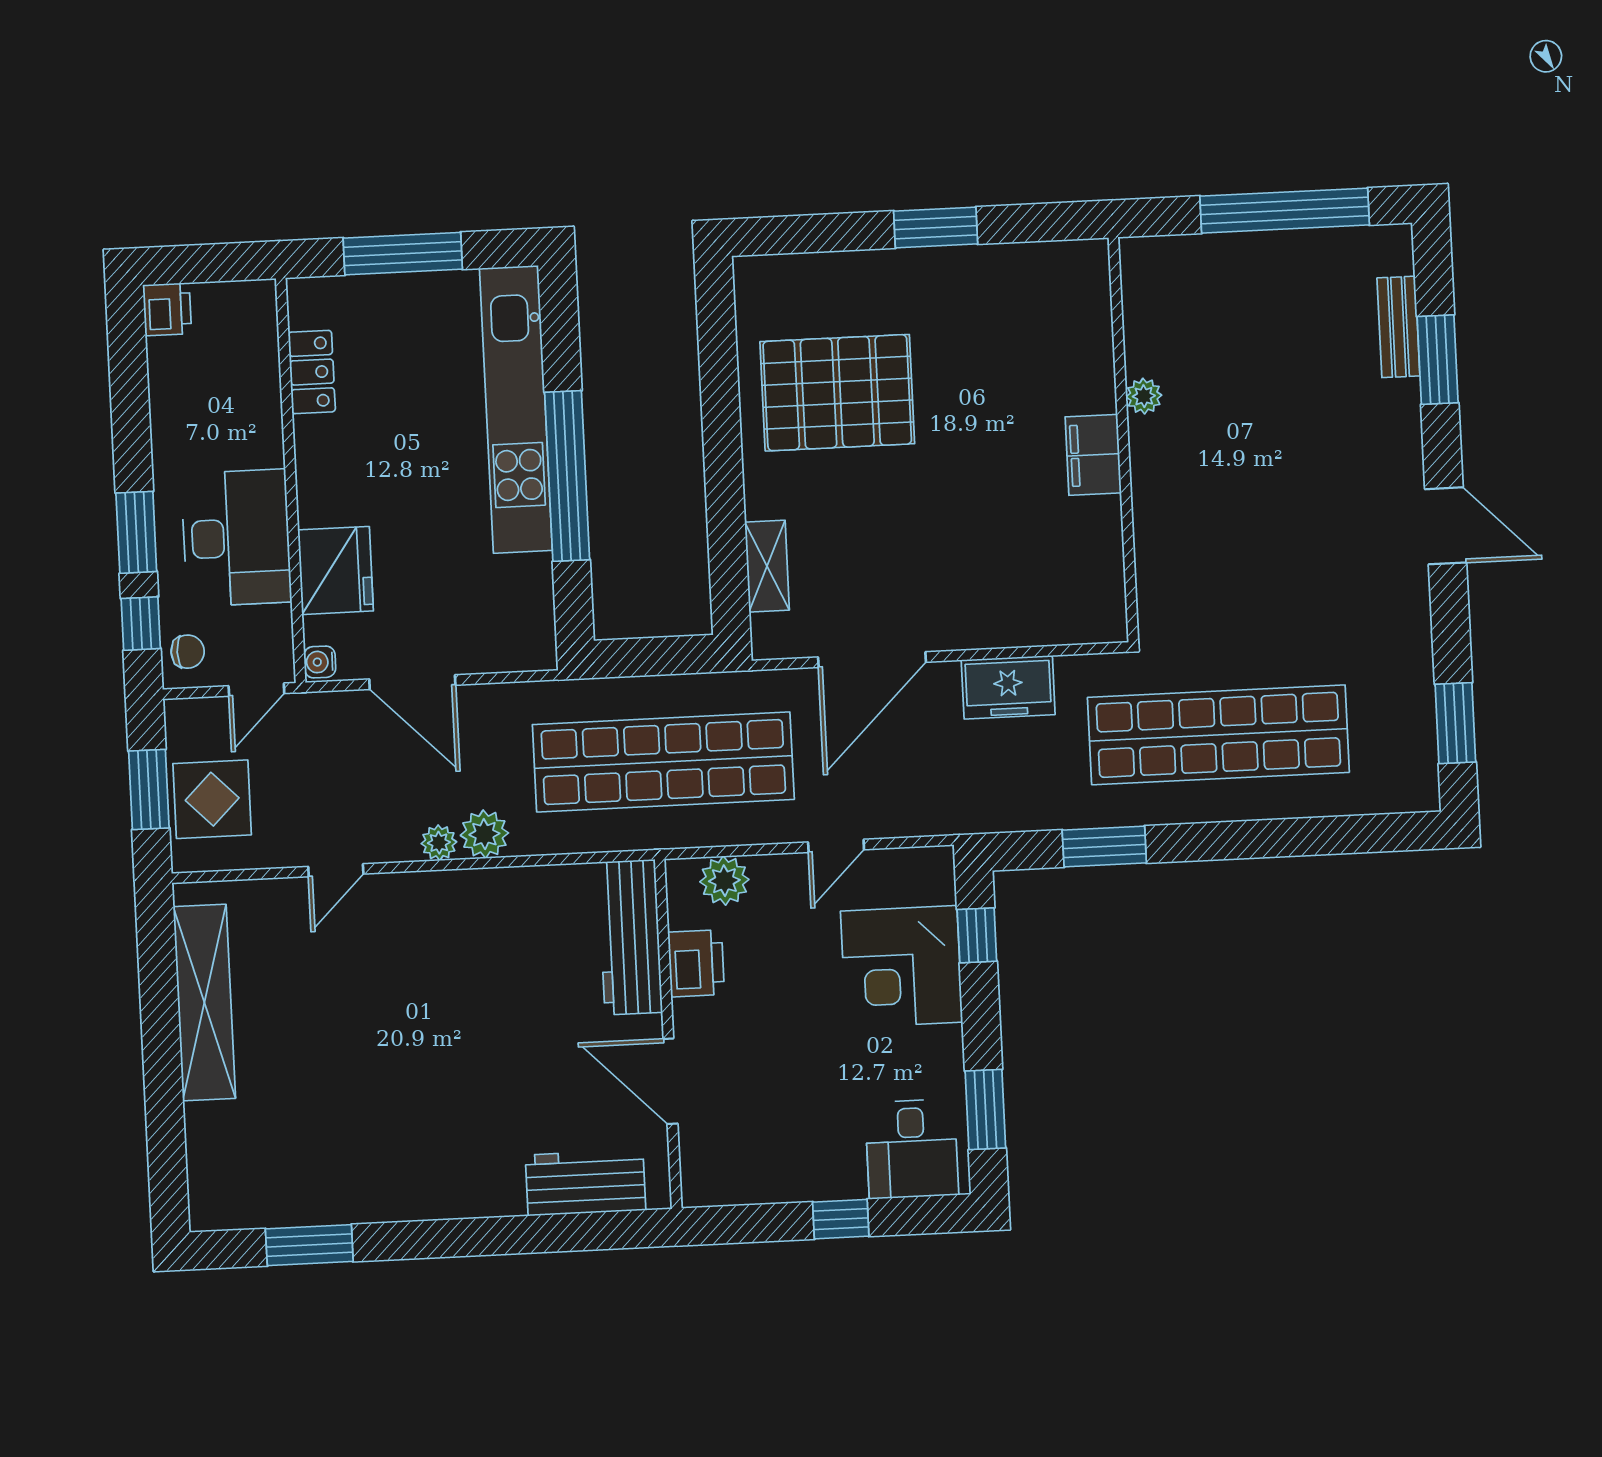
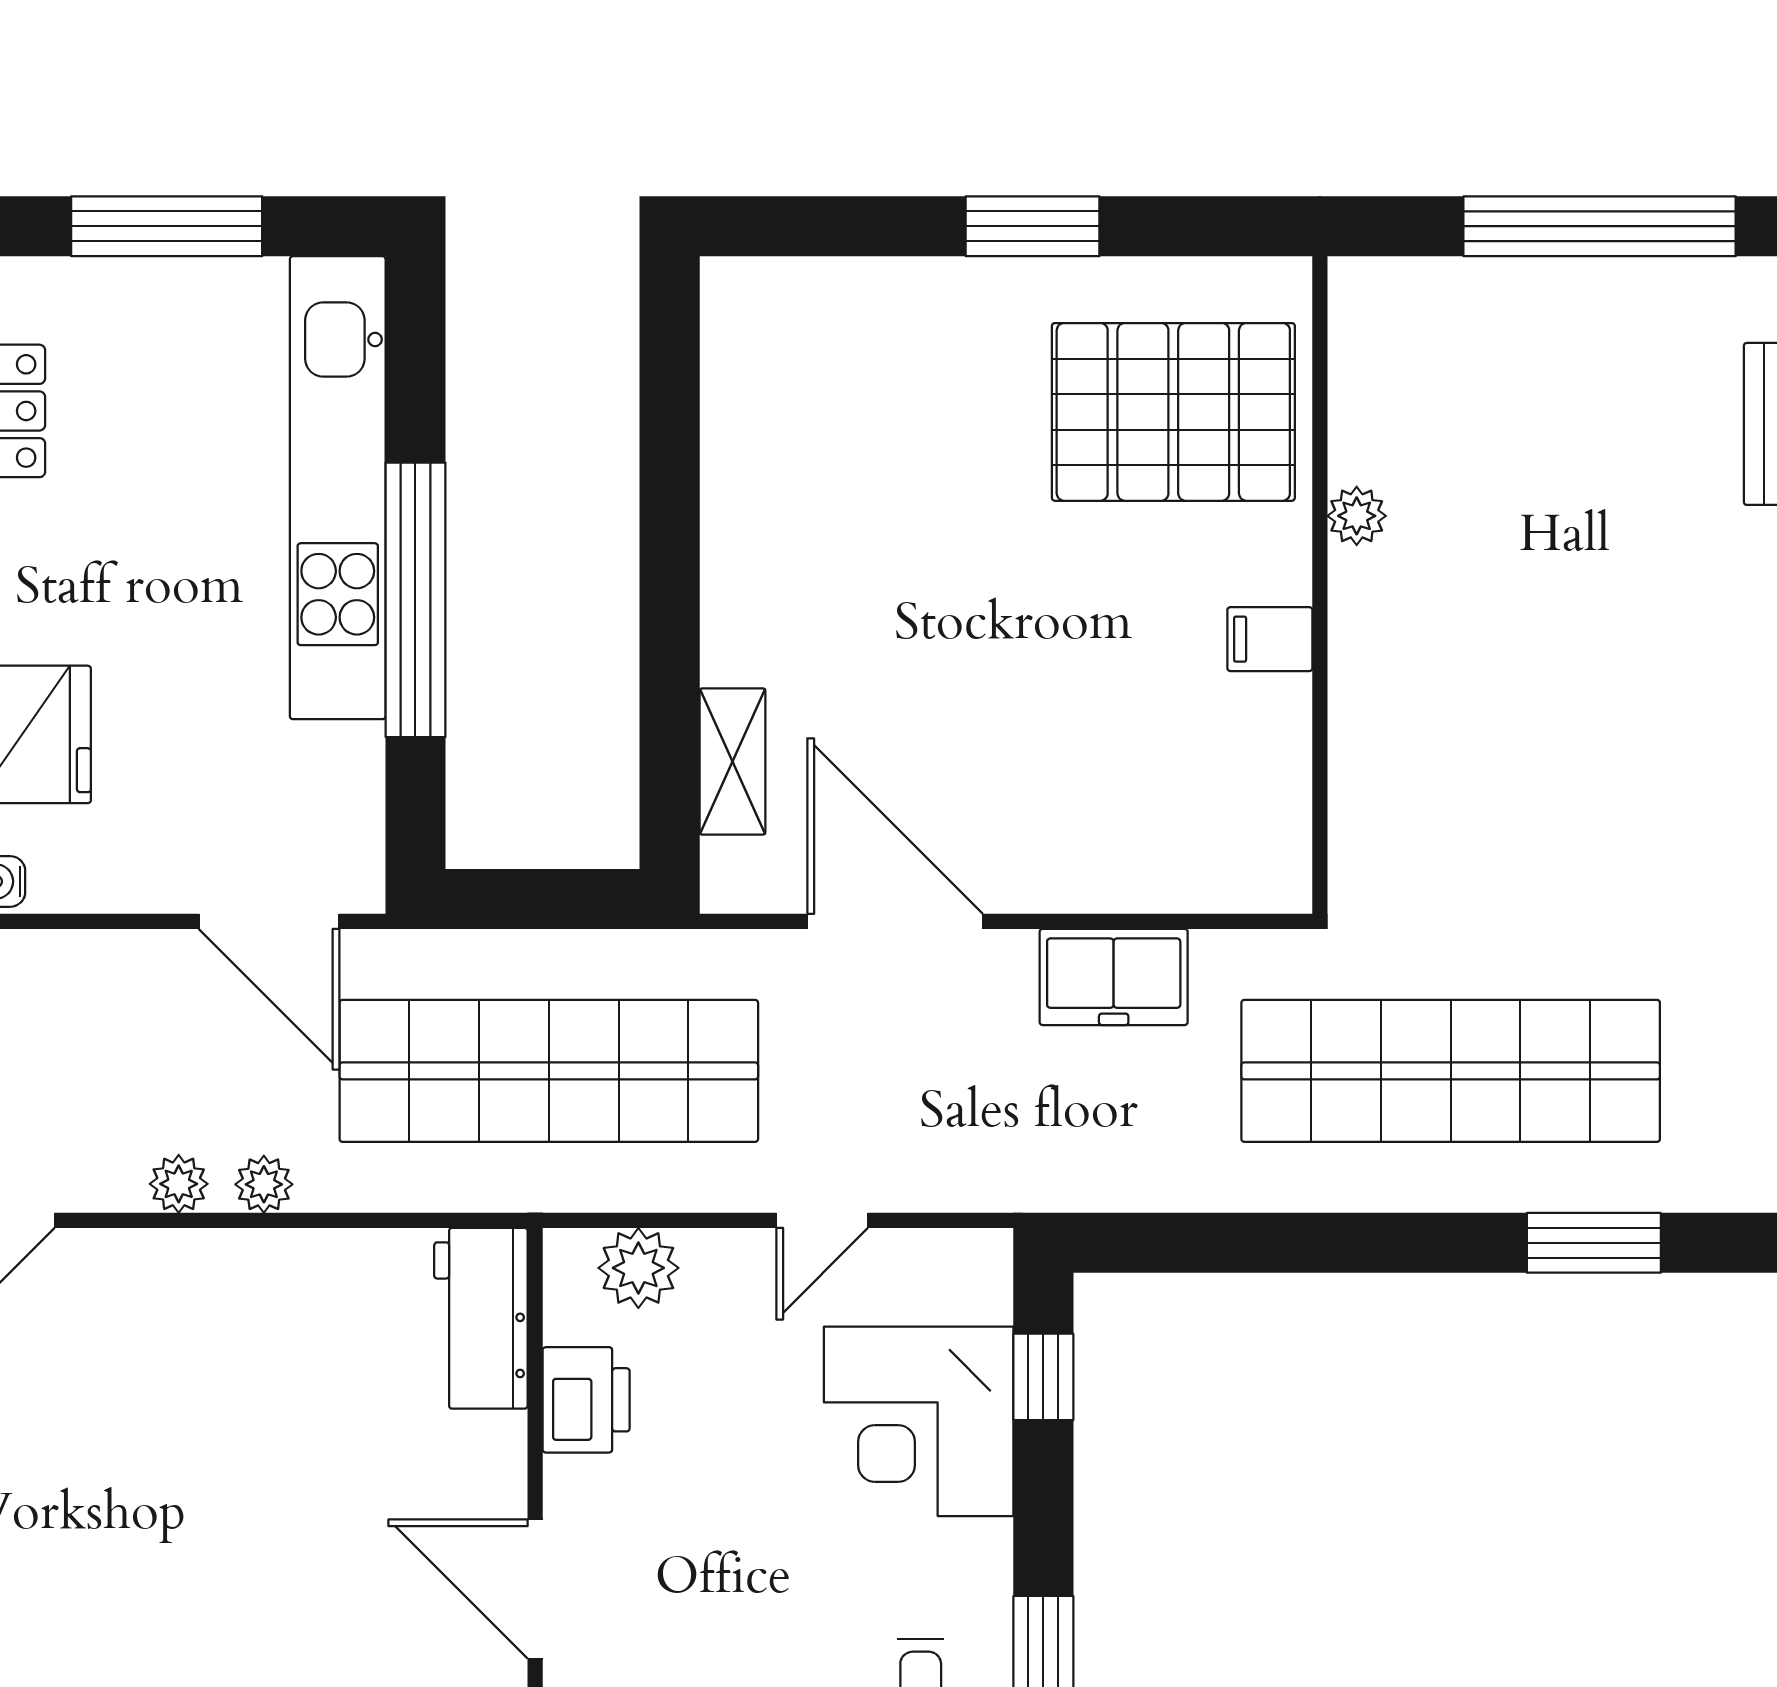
pallet: (837, 393) -> (1173, 412), moved
filing cabinet: (1093, 455) -> (1270, 639), width x0.50
door: (872, 660) -> (895, 921), swing flipped
door: (412, 682) -> (269, 921), moved
plant: (484, 834) -> (264, 1184), width x0.73, depth x0.73
window: (1104, 847) -> (1594, 1243), moved
workbench: (630, 937) -> (481, 1318), width x0.73

